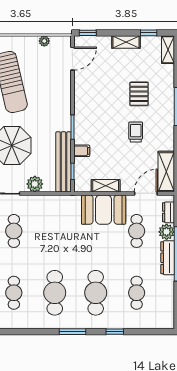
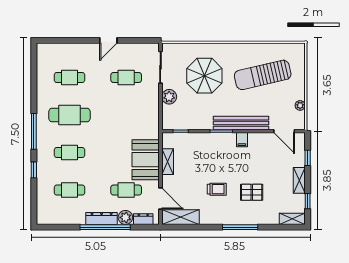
window: (88, 33) -> (308, 158), moved
filing cabinet: (82, 151) -> (242, 140), moved
bench: (64, 162) -> (241, 123), moved
cafe table: (96, 293) -> (69, 153), width x0.73, depth x0.74
window: (73, 332) -> (34, 131), width x1.44

